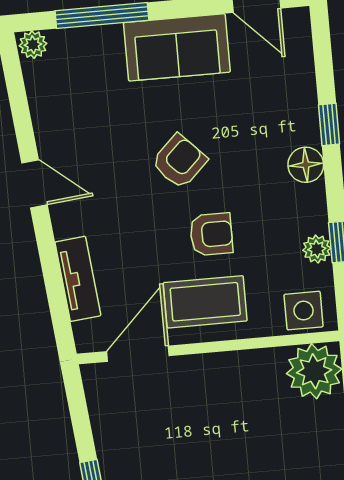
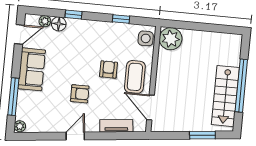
armchair: (179, 161) -> (80, 94), moved, turned 134
floor lamp: (306, 165) -> (59, 24), moved
plant: (317, 249) -> (45, 21), moved

